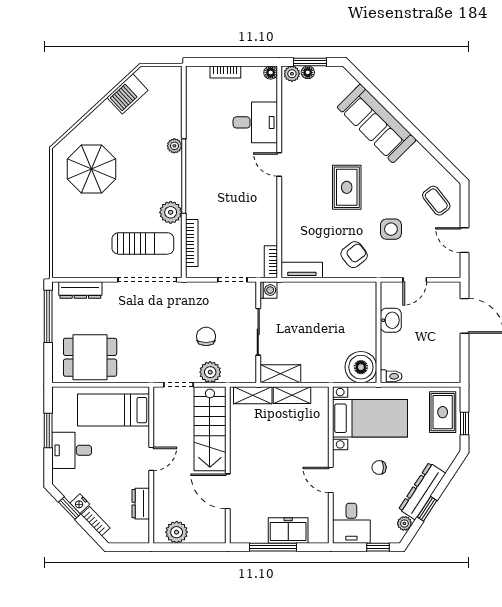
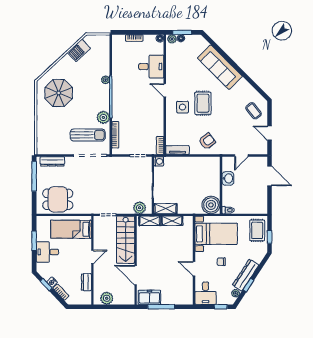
side table: (391, 229) -> (182, 107), moved
chair: (206, 336) -> (123, 188), removed
plant: (210, 372) -> (140, 208), moved
freezer: (288, 530) -> (149, 297), moved

